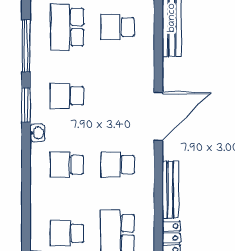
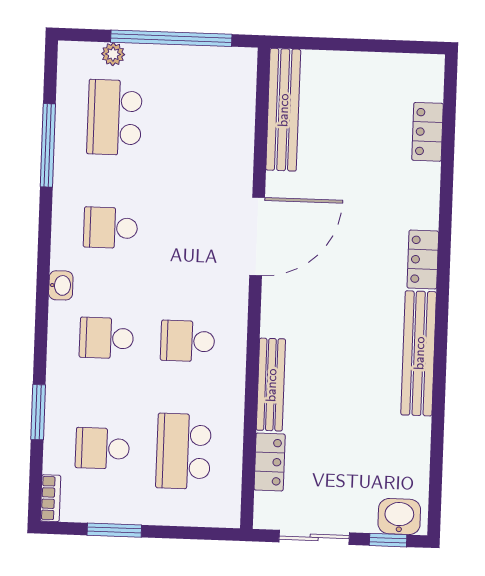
school desk: (117, 27) -> (196, 120), removed
window: (26, 105) -> (38, 412), moved
door: (158, 116) -> (257, 236), moved

